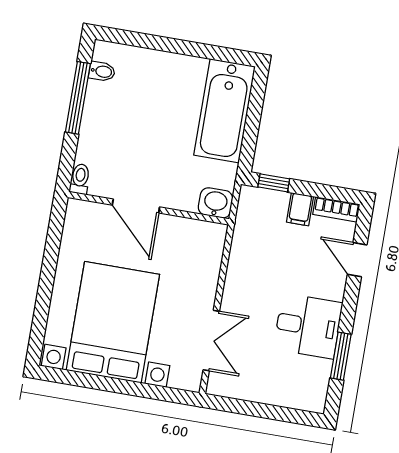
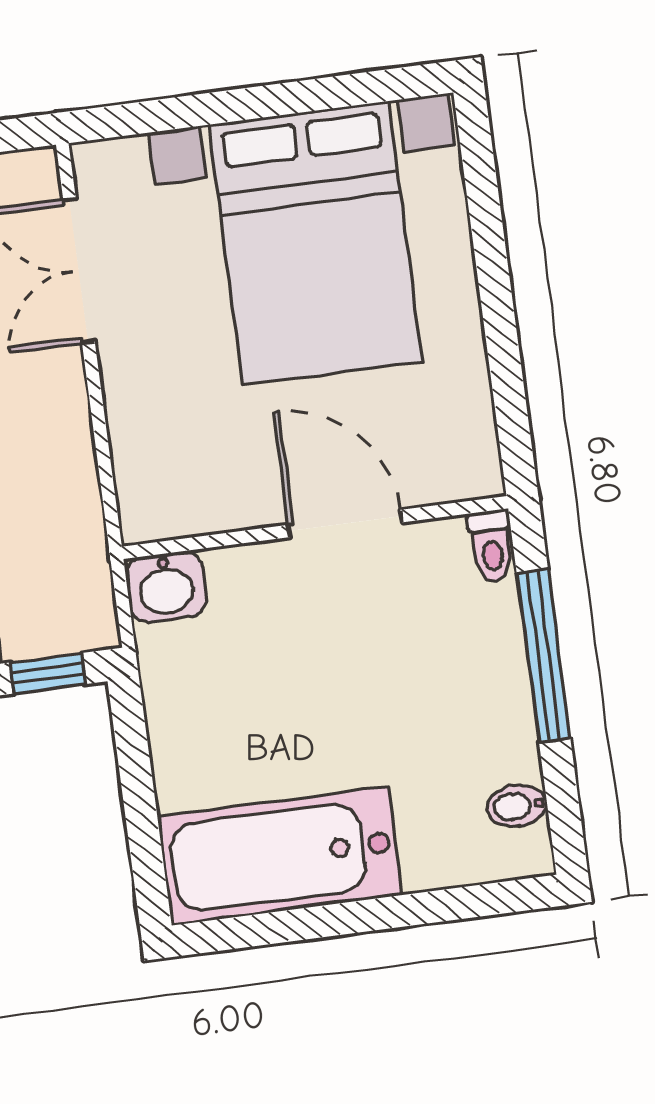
window: (78, 98) -> (543, 656), moved
bathtub: (225, 111) -> (280, 856), moved, turned -90

